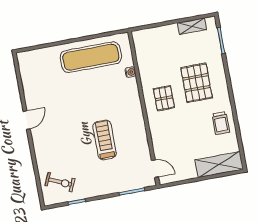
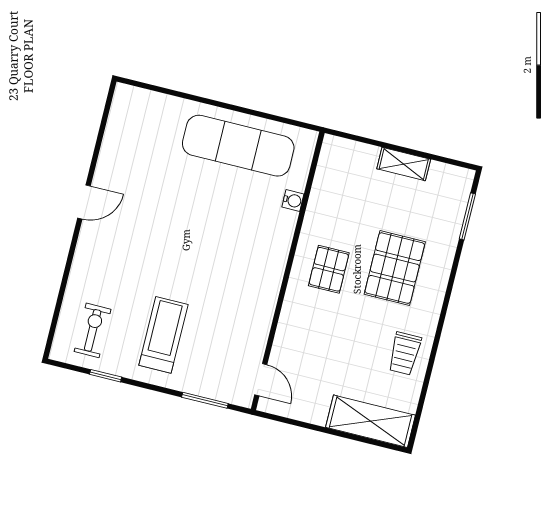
shelving: (192, 26) -> (404, 164), moved
treadmill: (105, 140) -> (163, 335), moved
exercise bike: (60, 182) -> (93, 330), turned -114

